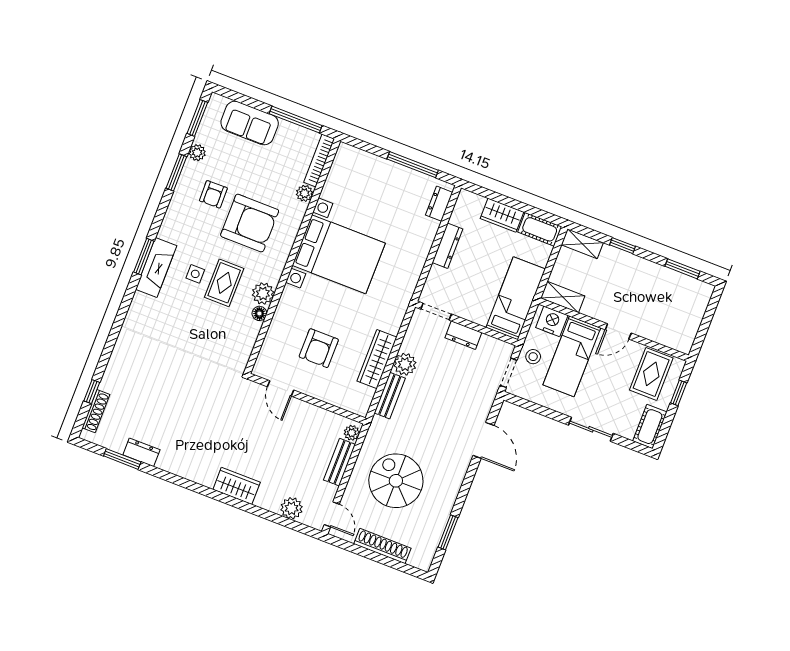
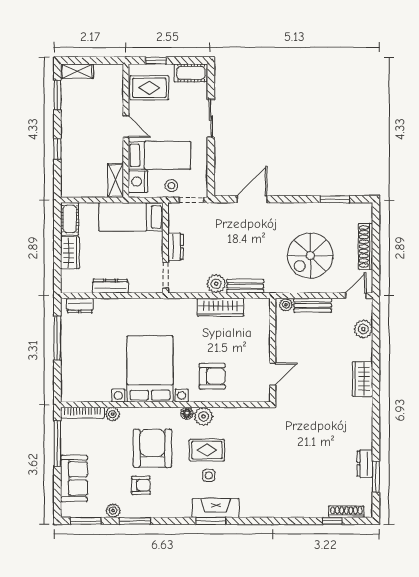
shelving: (582, 244) -> (77, 71), moved, turned 90
floor lamp: (259, 313) -> (187, 413), moved
armchair: (319, 348) -> (212, 376), moved

